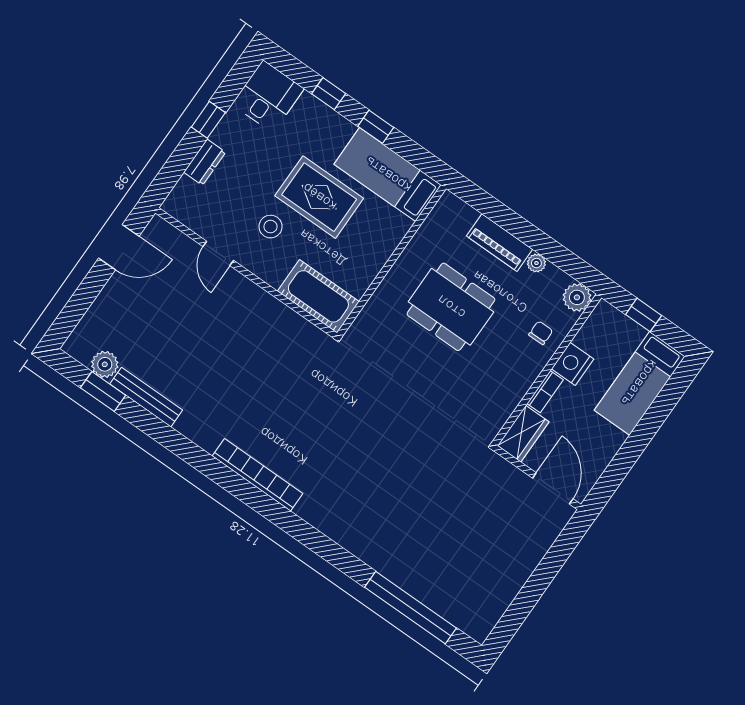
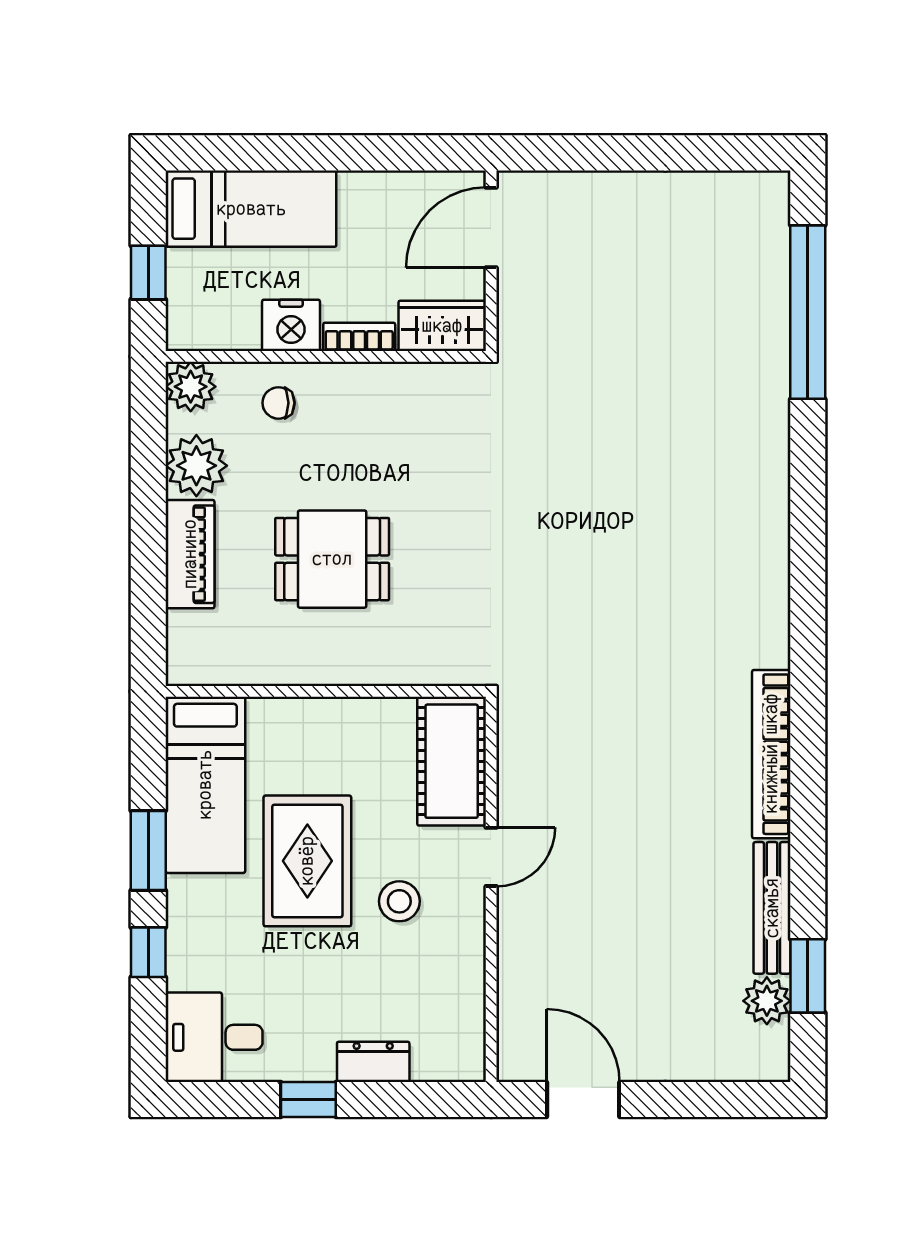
window: (376, 127) -> (148, 850), width x1.50
door: (218, 253) -> (491, 857), moved
plant: (536, 263) -> (196, 466), width x1.88, depth x1.88
dining table: (451, 307) -> (332, 559), width x0.73
bookcase: (258, 475) -> (771, 754), moved

